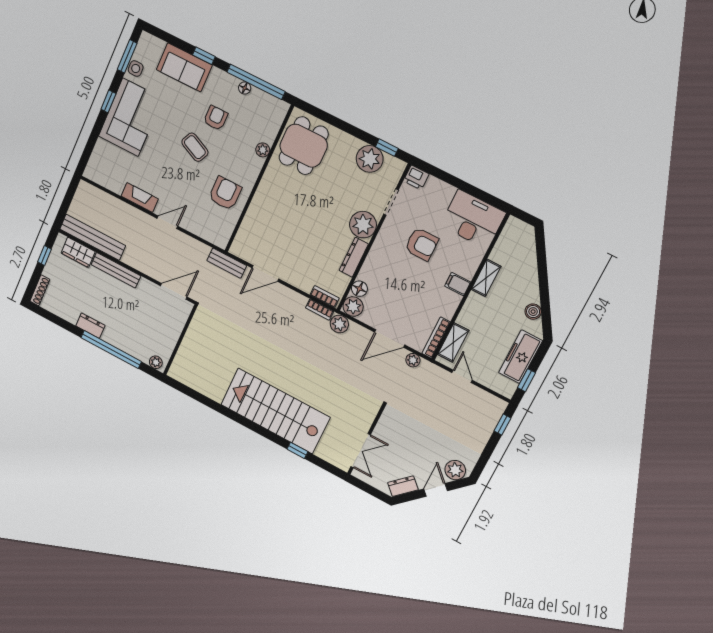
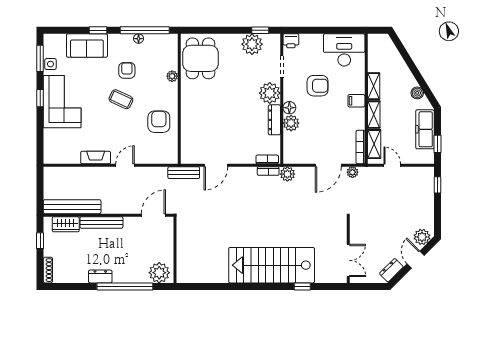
floor lamp: (359, 289) -> (289, 108), moved
plant: (353, 307) -> (291, 123), moved
shelving: (470, 310) -> (374, 115), added
plant: (156, 362) -> (159, 273), width x1.87, depth x1.87

